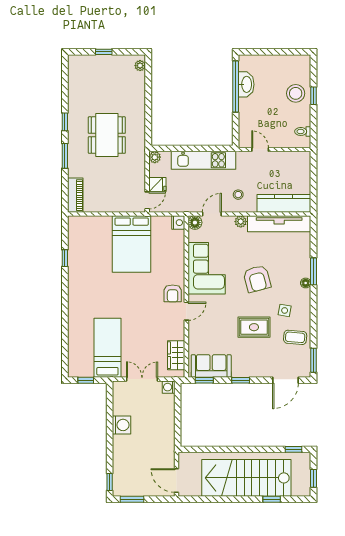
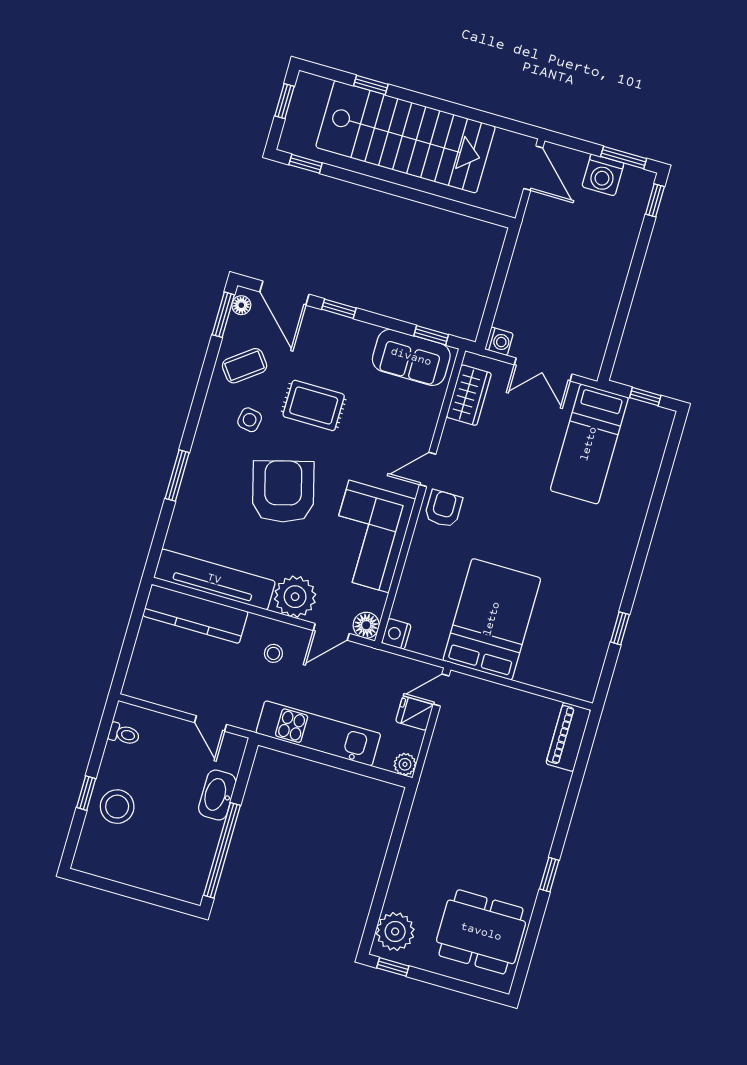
window: (104, 52) -> (393, 967), moved
plant: (140, 66) -> (395, 931), width x1.88, depth x1.88
washbasin: (246, 84) -> (217, 795), moved
dining table: (107, 135) -> (481, 932), moved, turned 90
window: (65, 156) -> (567, 813), removed
plant: (241, 222) -> (295, 597), width x1.87, depth x1.87
armchair: (257, 279) -> (283, 491), width x1.36, depth x1.36
floor lamp: (306, 283) -> (241, 305), moved
coffee table: (295, 337) -> (245, 366), turned -42
window: (241, 380) -> (339, 309), moved
door: (285, 380) -> (284, 293), swing flipped
washing machine: (122, 425) -> (603, 175), moved, turned -90

